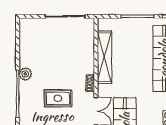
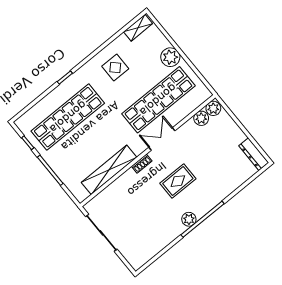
plant: (25, 74) -> (189, 219), moved
rug: (58, 98) -> (178, 181), turned 90

